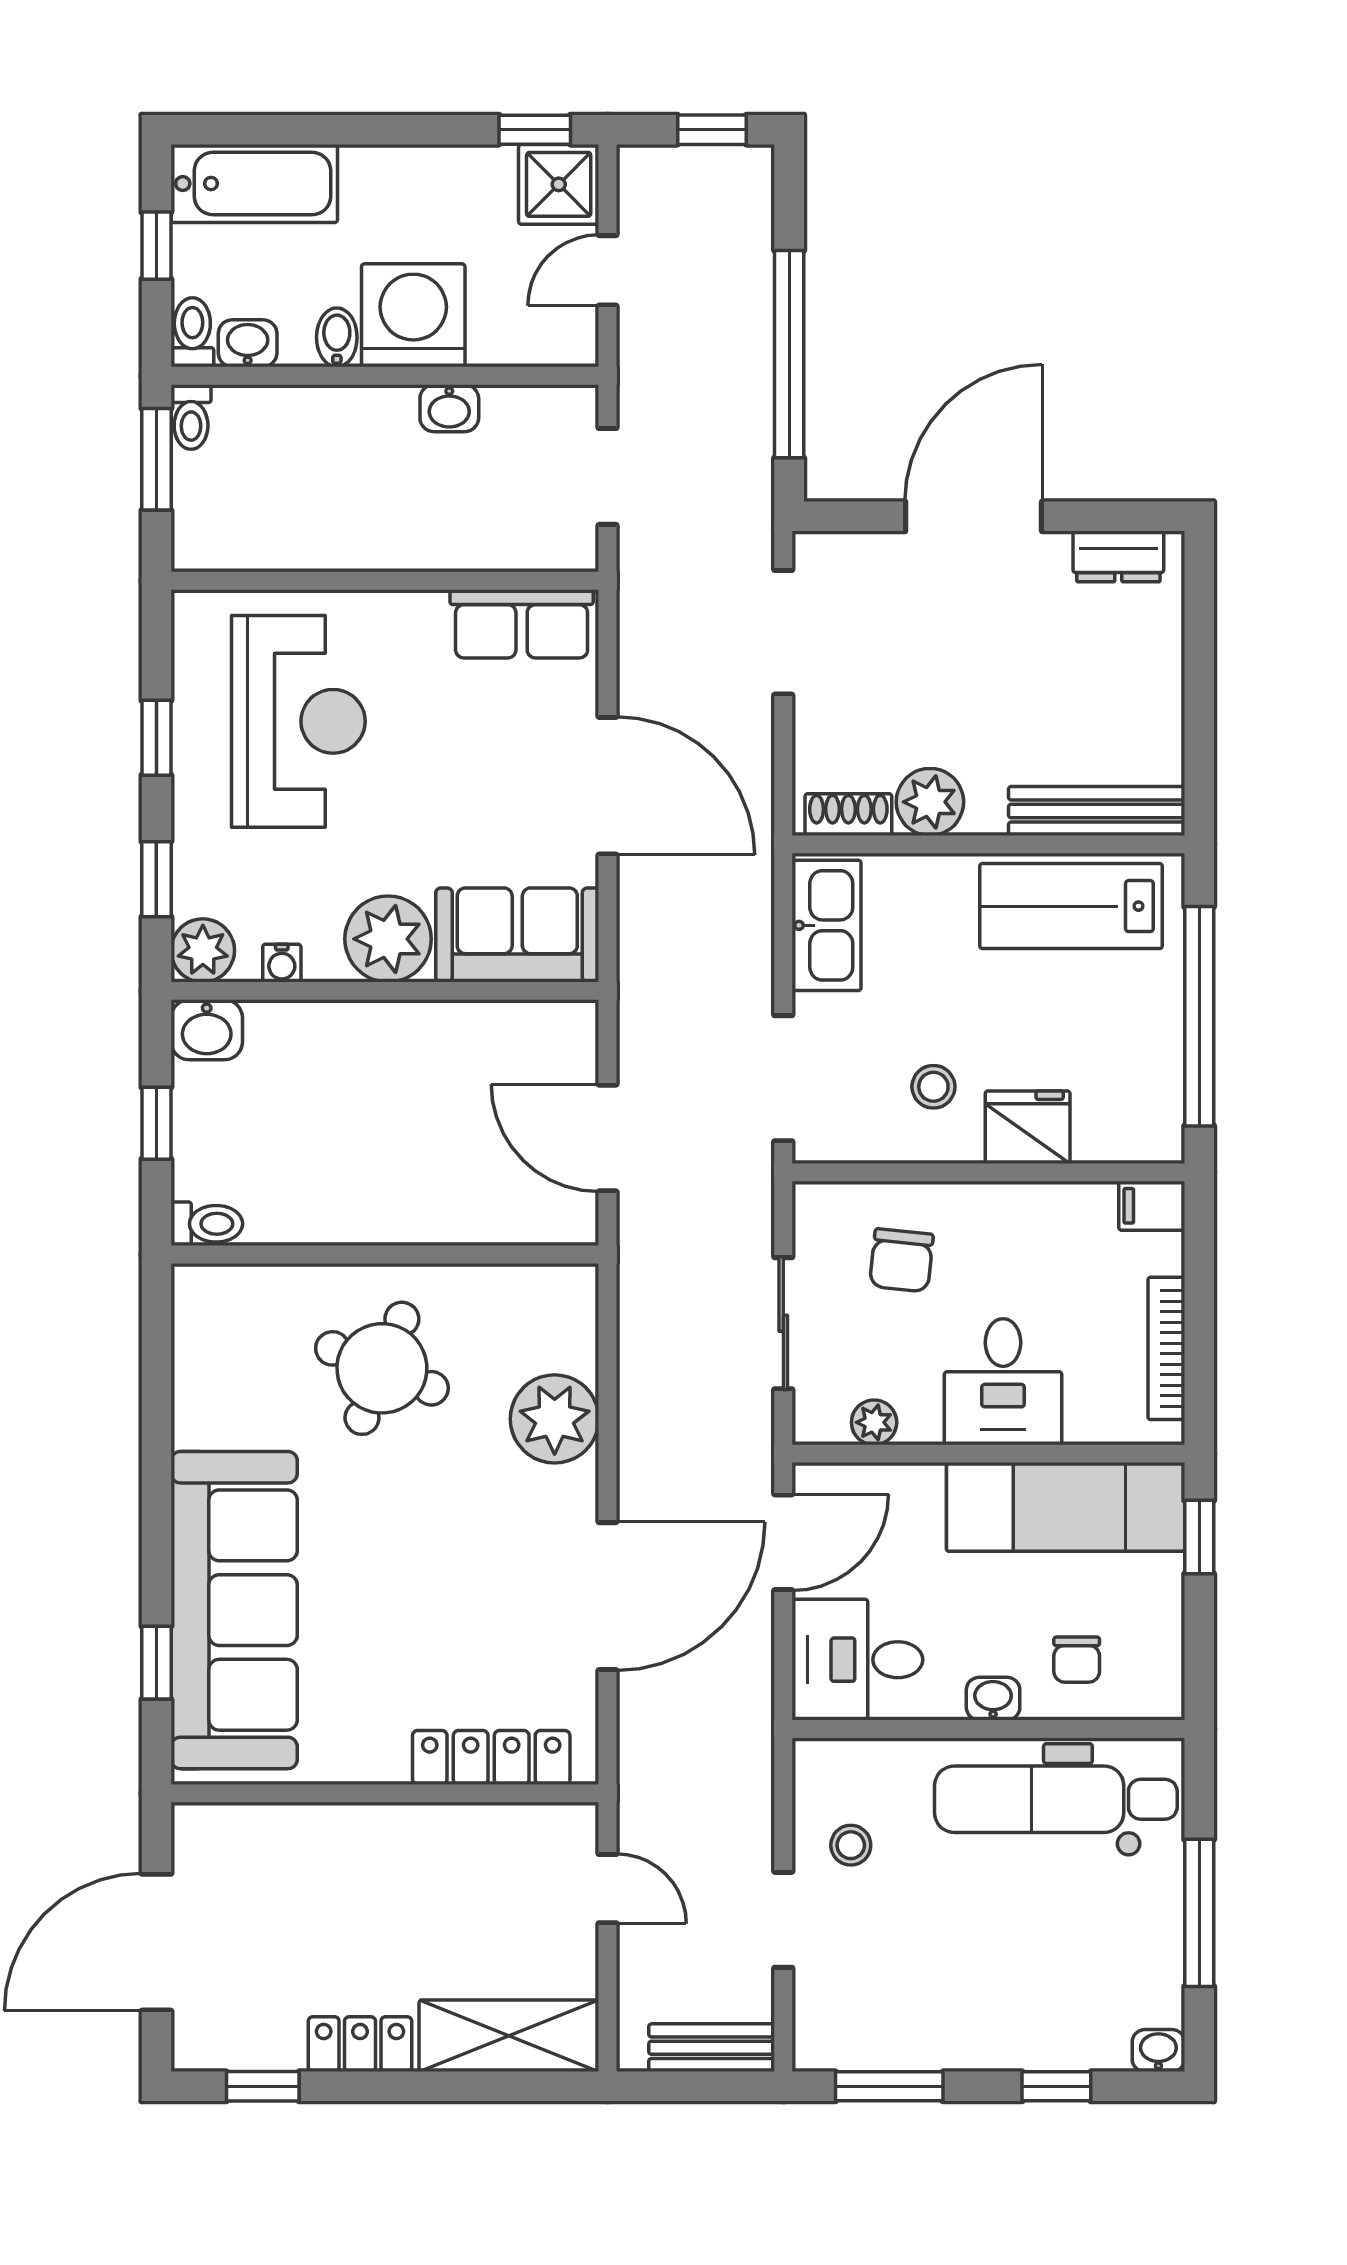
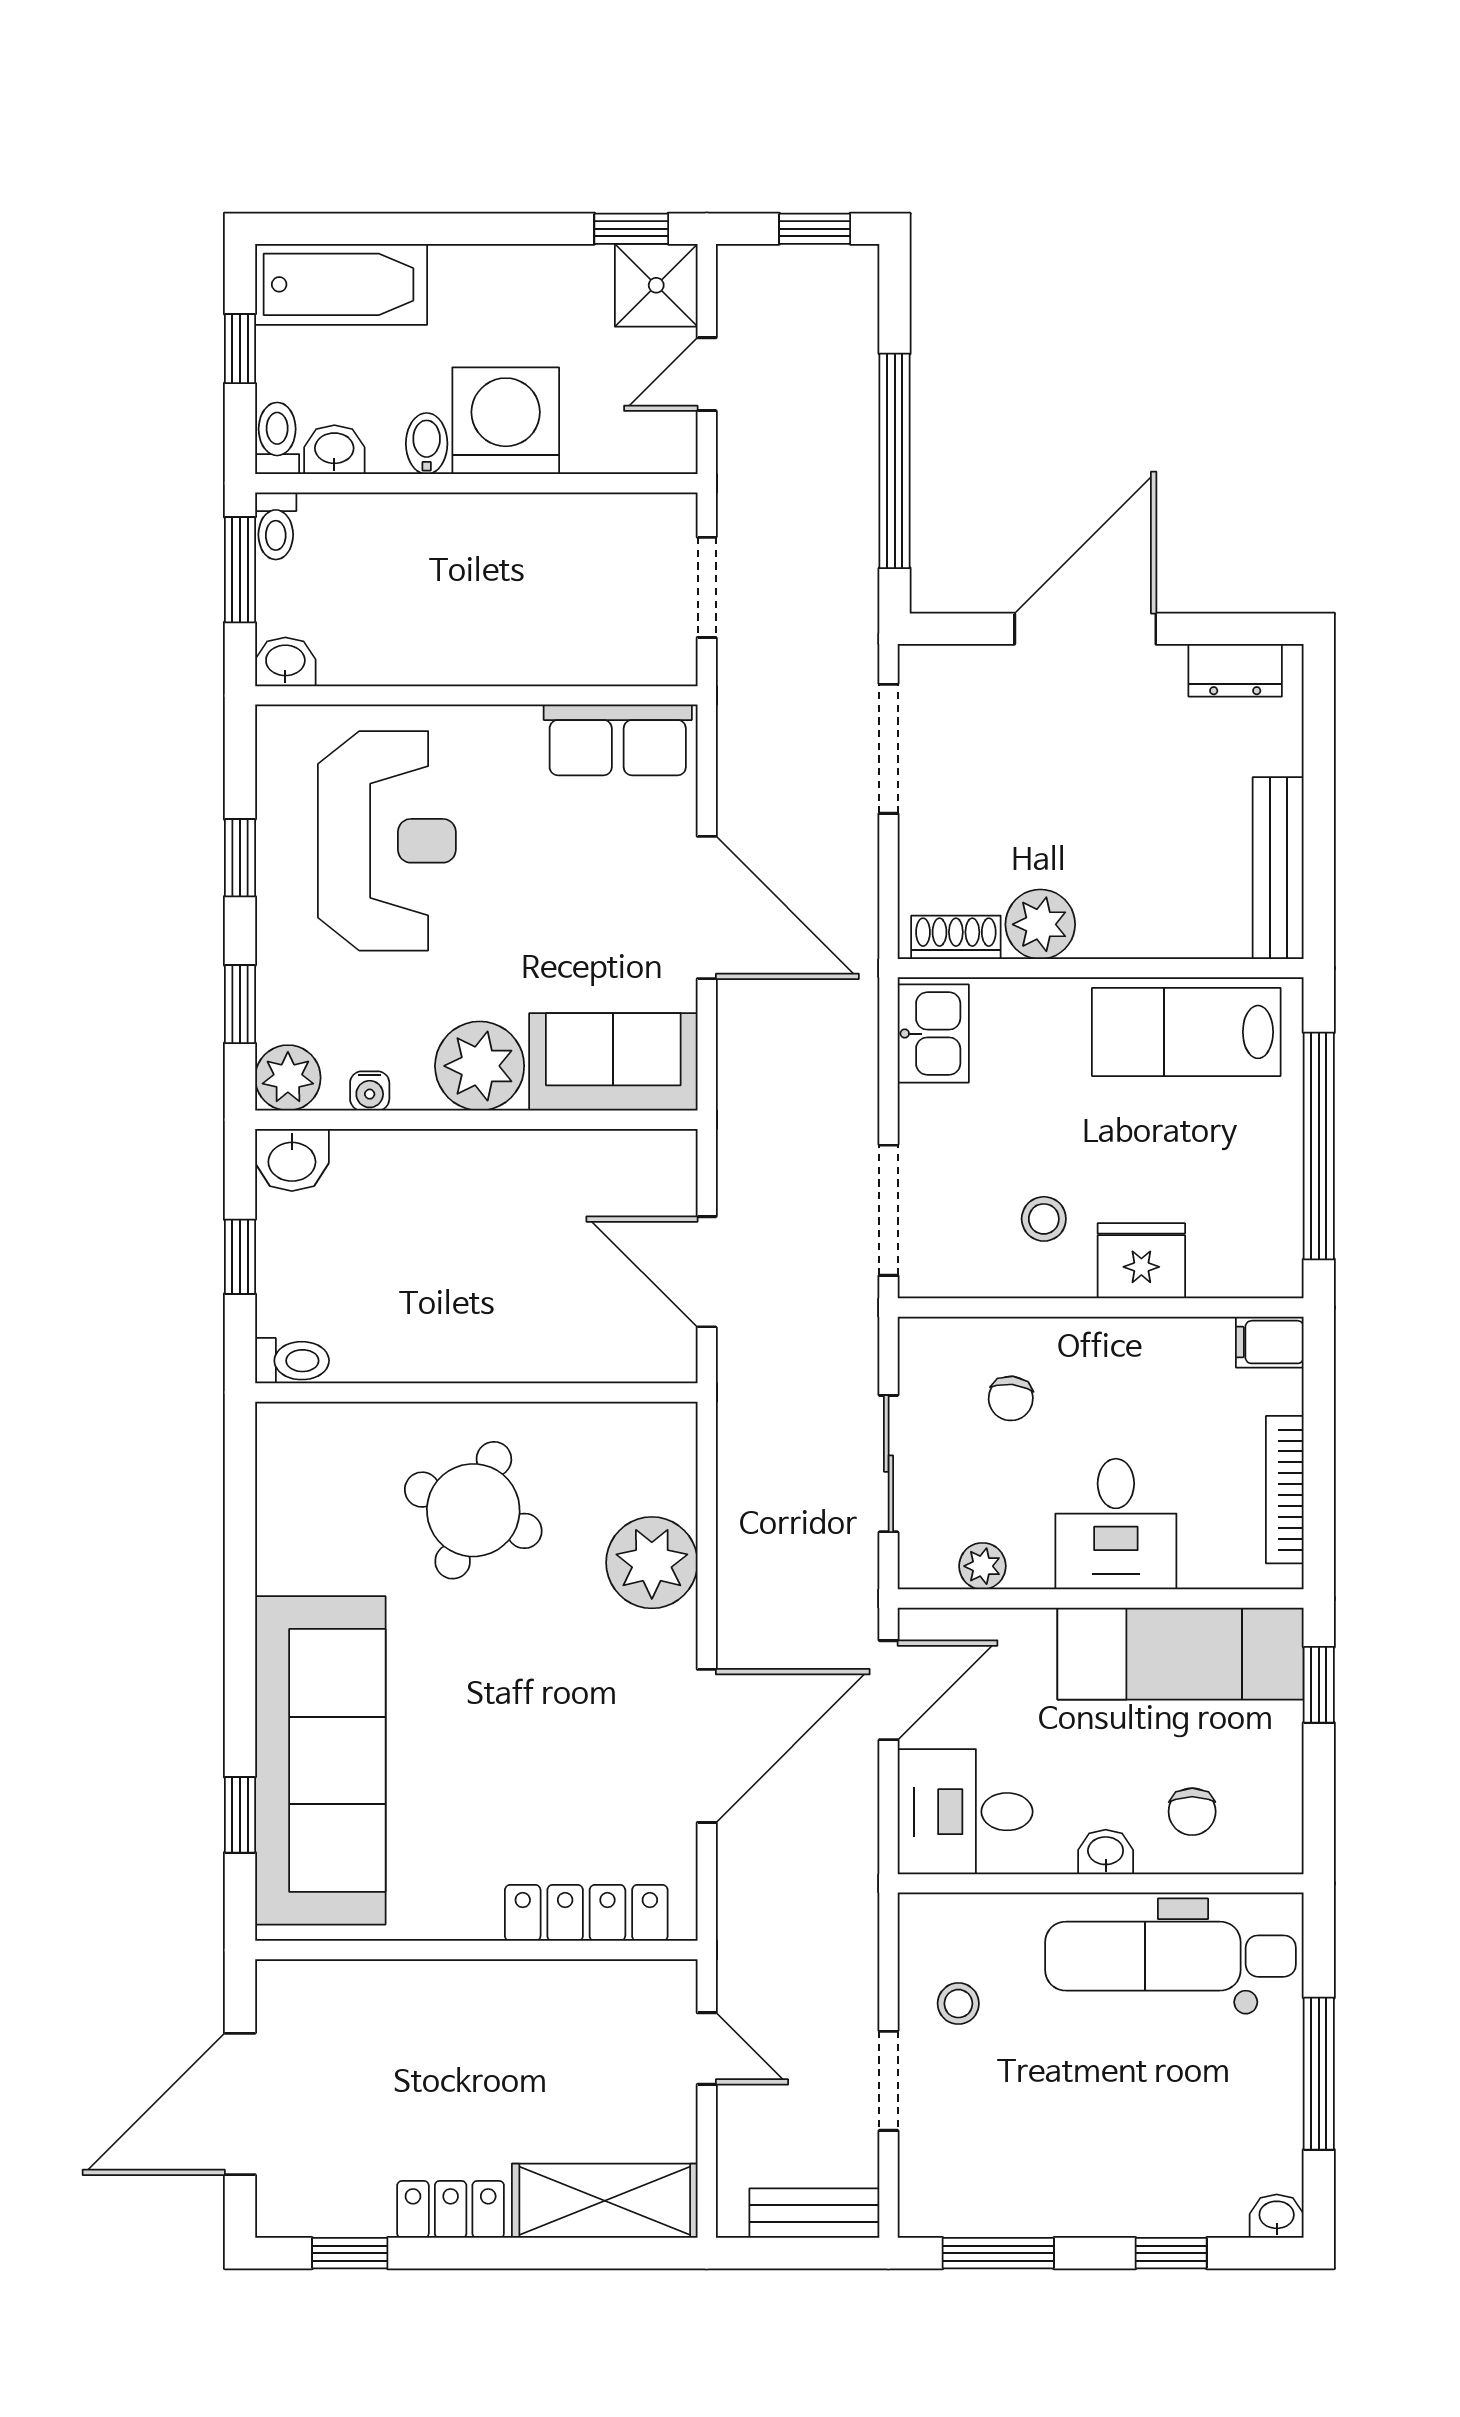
washbasin: (449, 408) -> (285, 662), moved, turned 180
bench: (1097, 811) -> (1278, 868), moved, turned 90
kitchen sink: (826, 925) -> (933, 1034), width x0.73
chair: (901, 1260) -> (1011, 1398), width x0.73, depth x0.73

